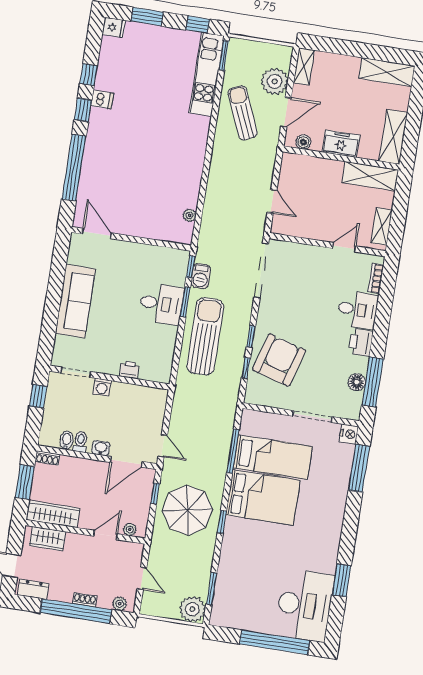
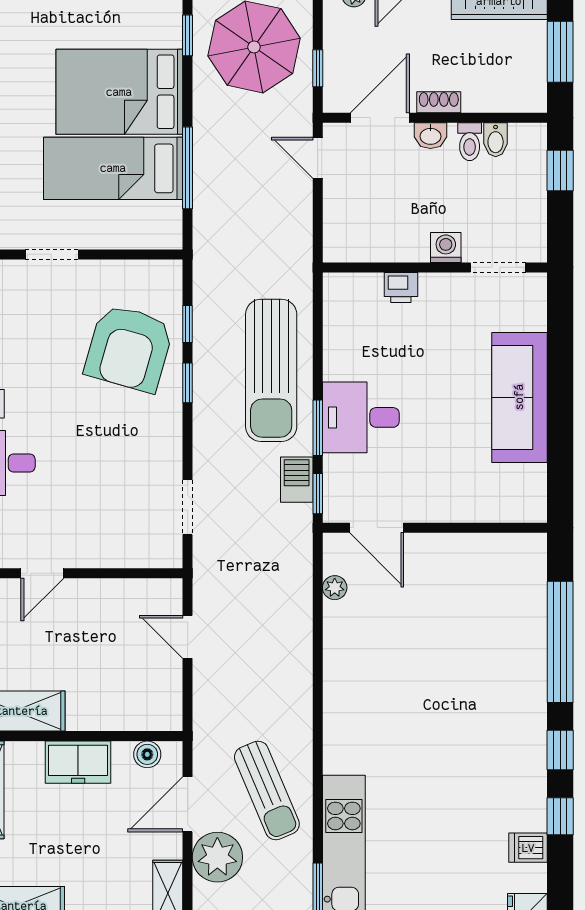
dishwasher: (102, 99) -> (528, 848), moved
door: (97, 233) -> (377, 528), moved
doorway: (261, 270) -> (188, 507), width x0.53
window: (38, 396) -> (560, 170), moved
doorway: (312, 416) -> (52, 254), width x0.73
shoe rack: (48, 458) -> (439, 102), moved

